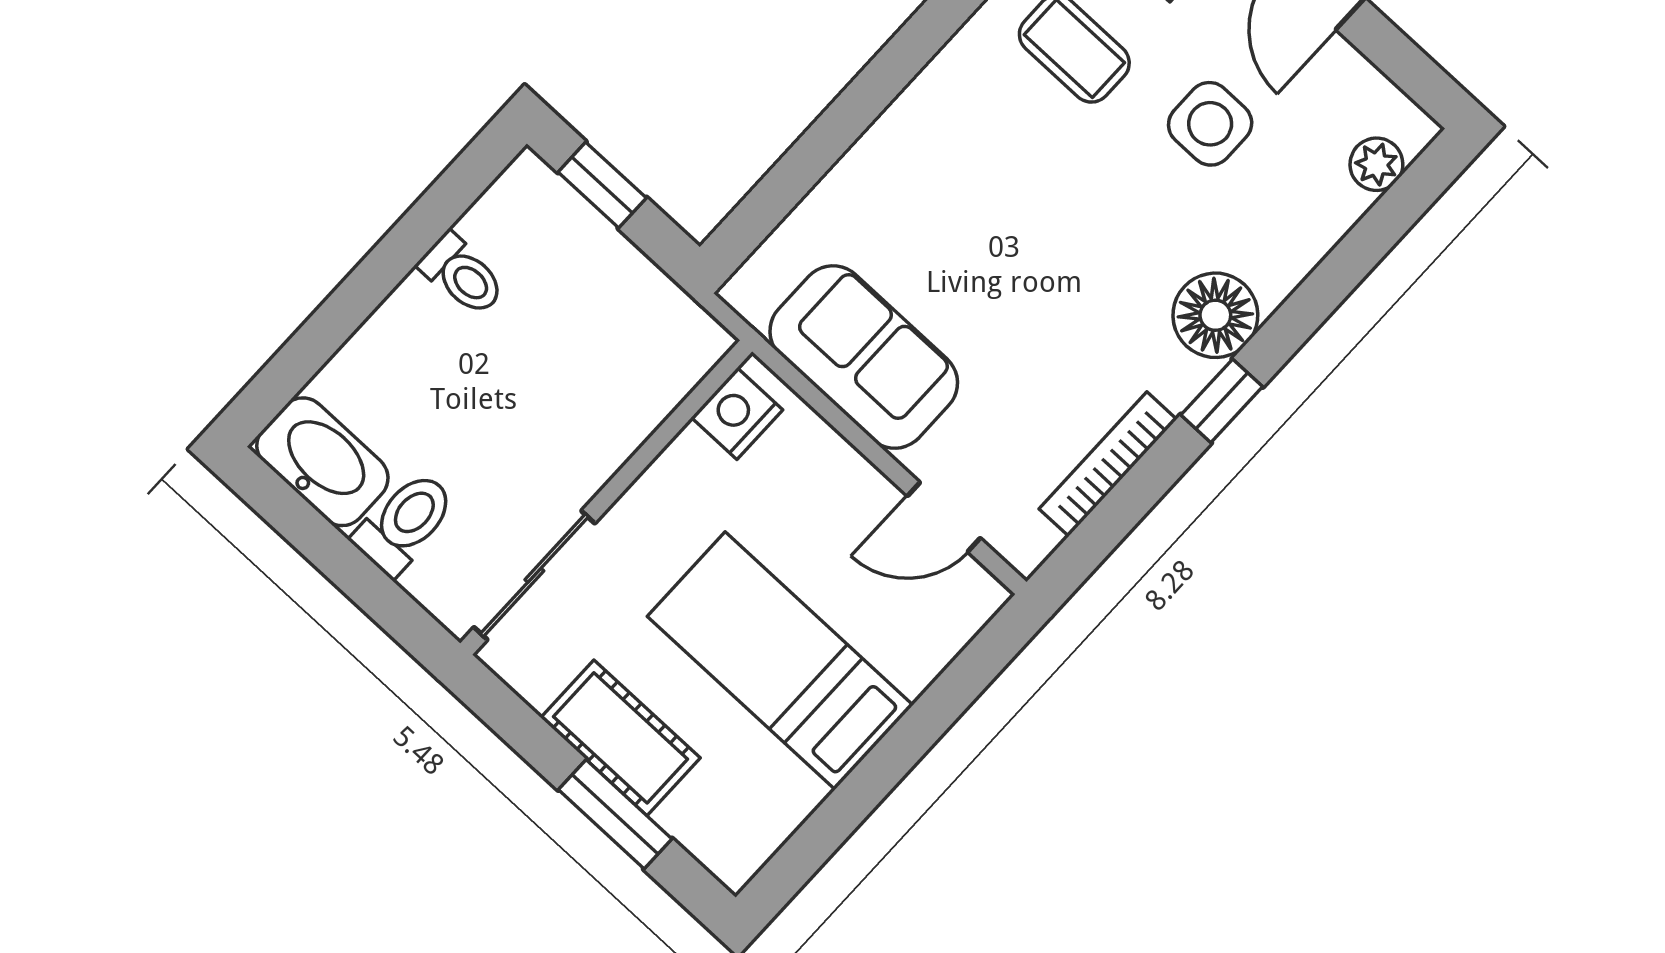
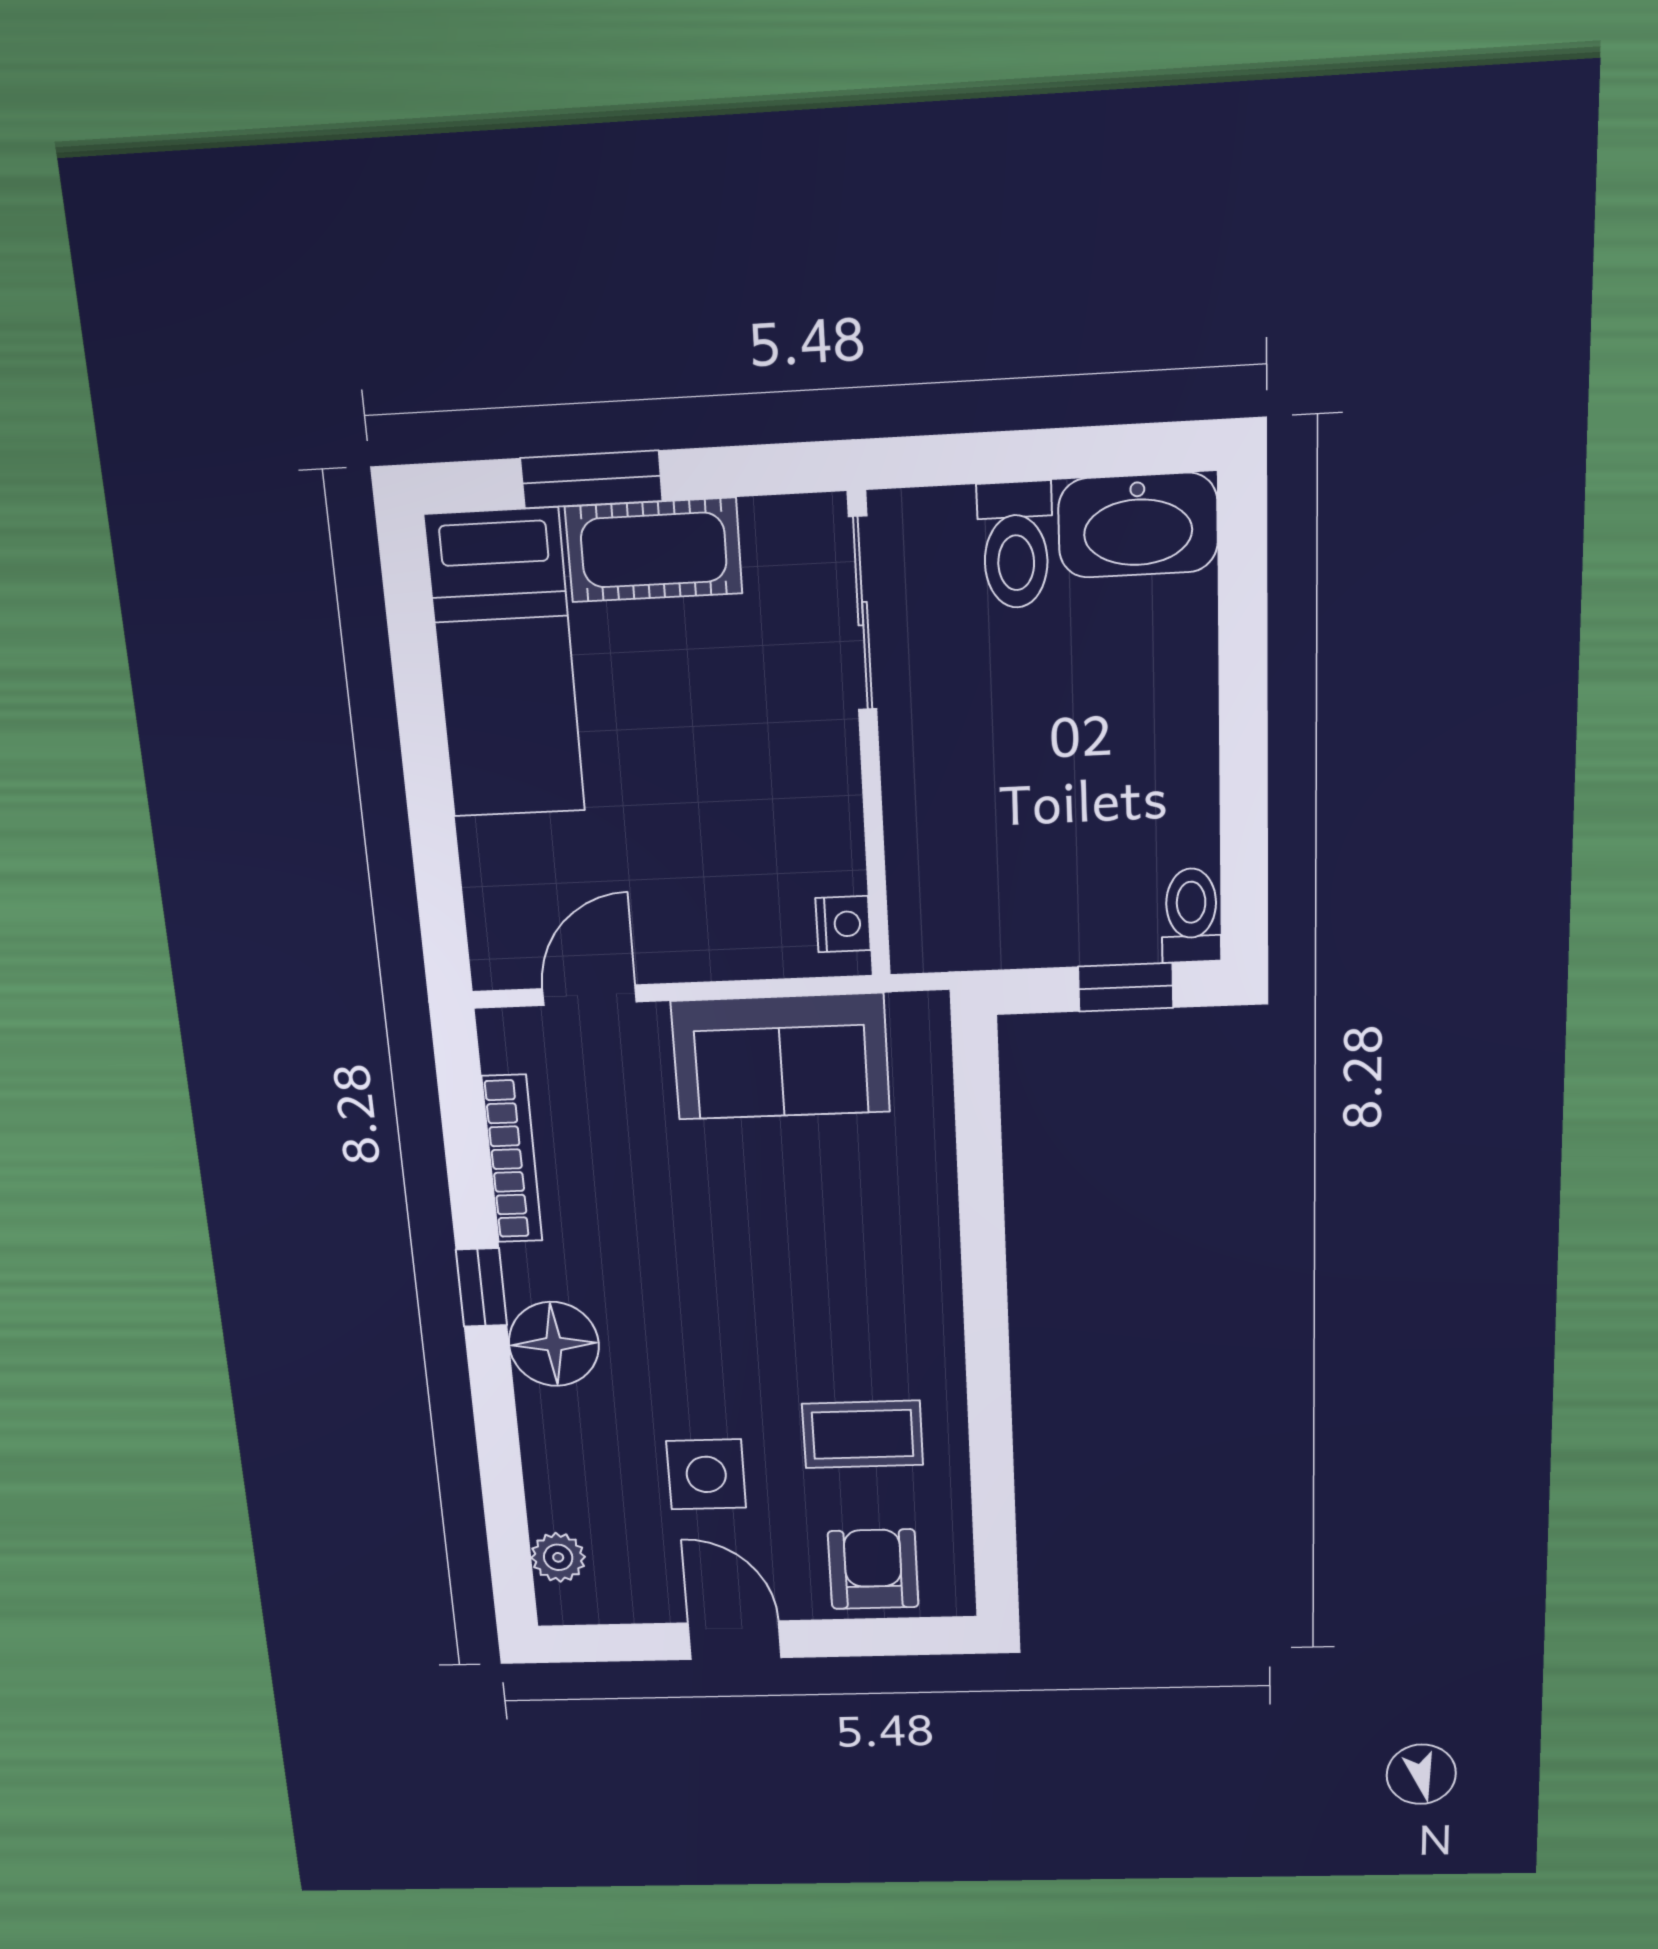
toilet: (462, 275) -> (1191, 915), moved, turned 90
nightstand: (737, 414) -> (843, 924), width x0.72, depth x0.74
bed: (780, 661) -> (505, 665), moved, turned 90

